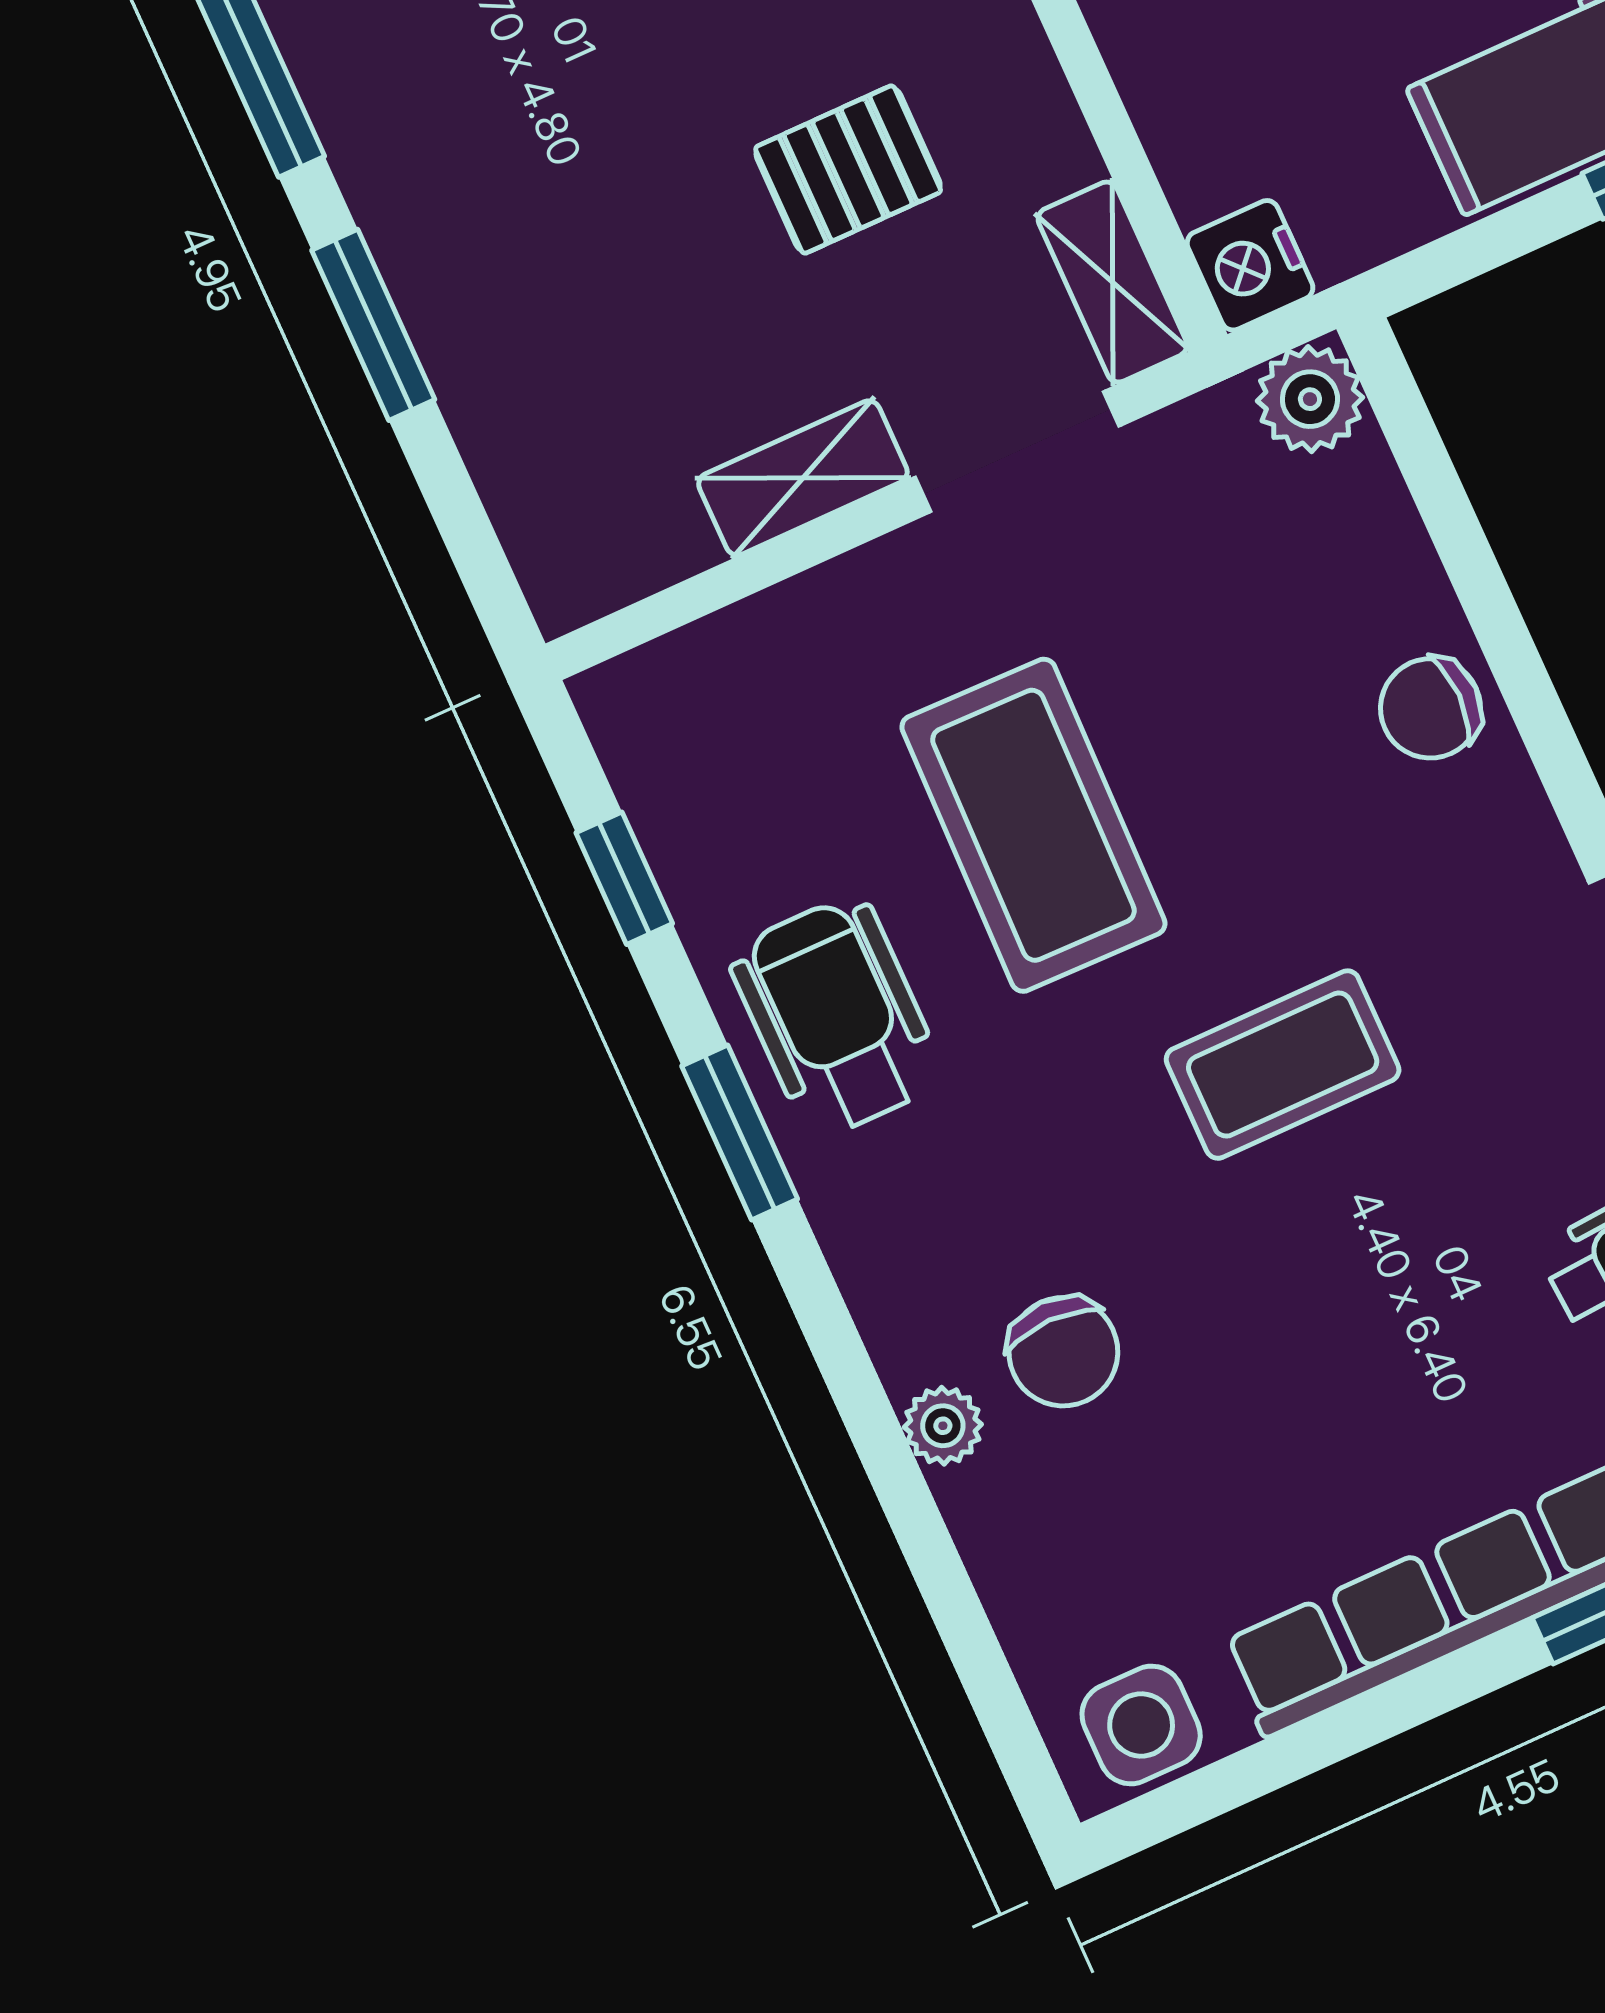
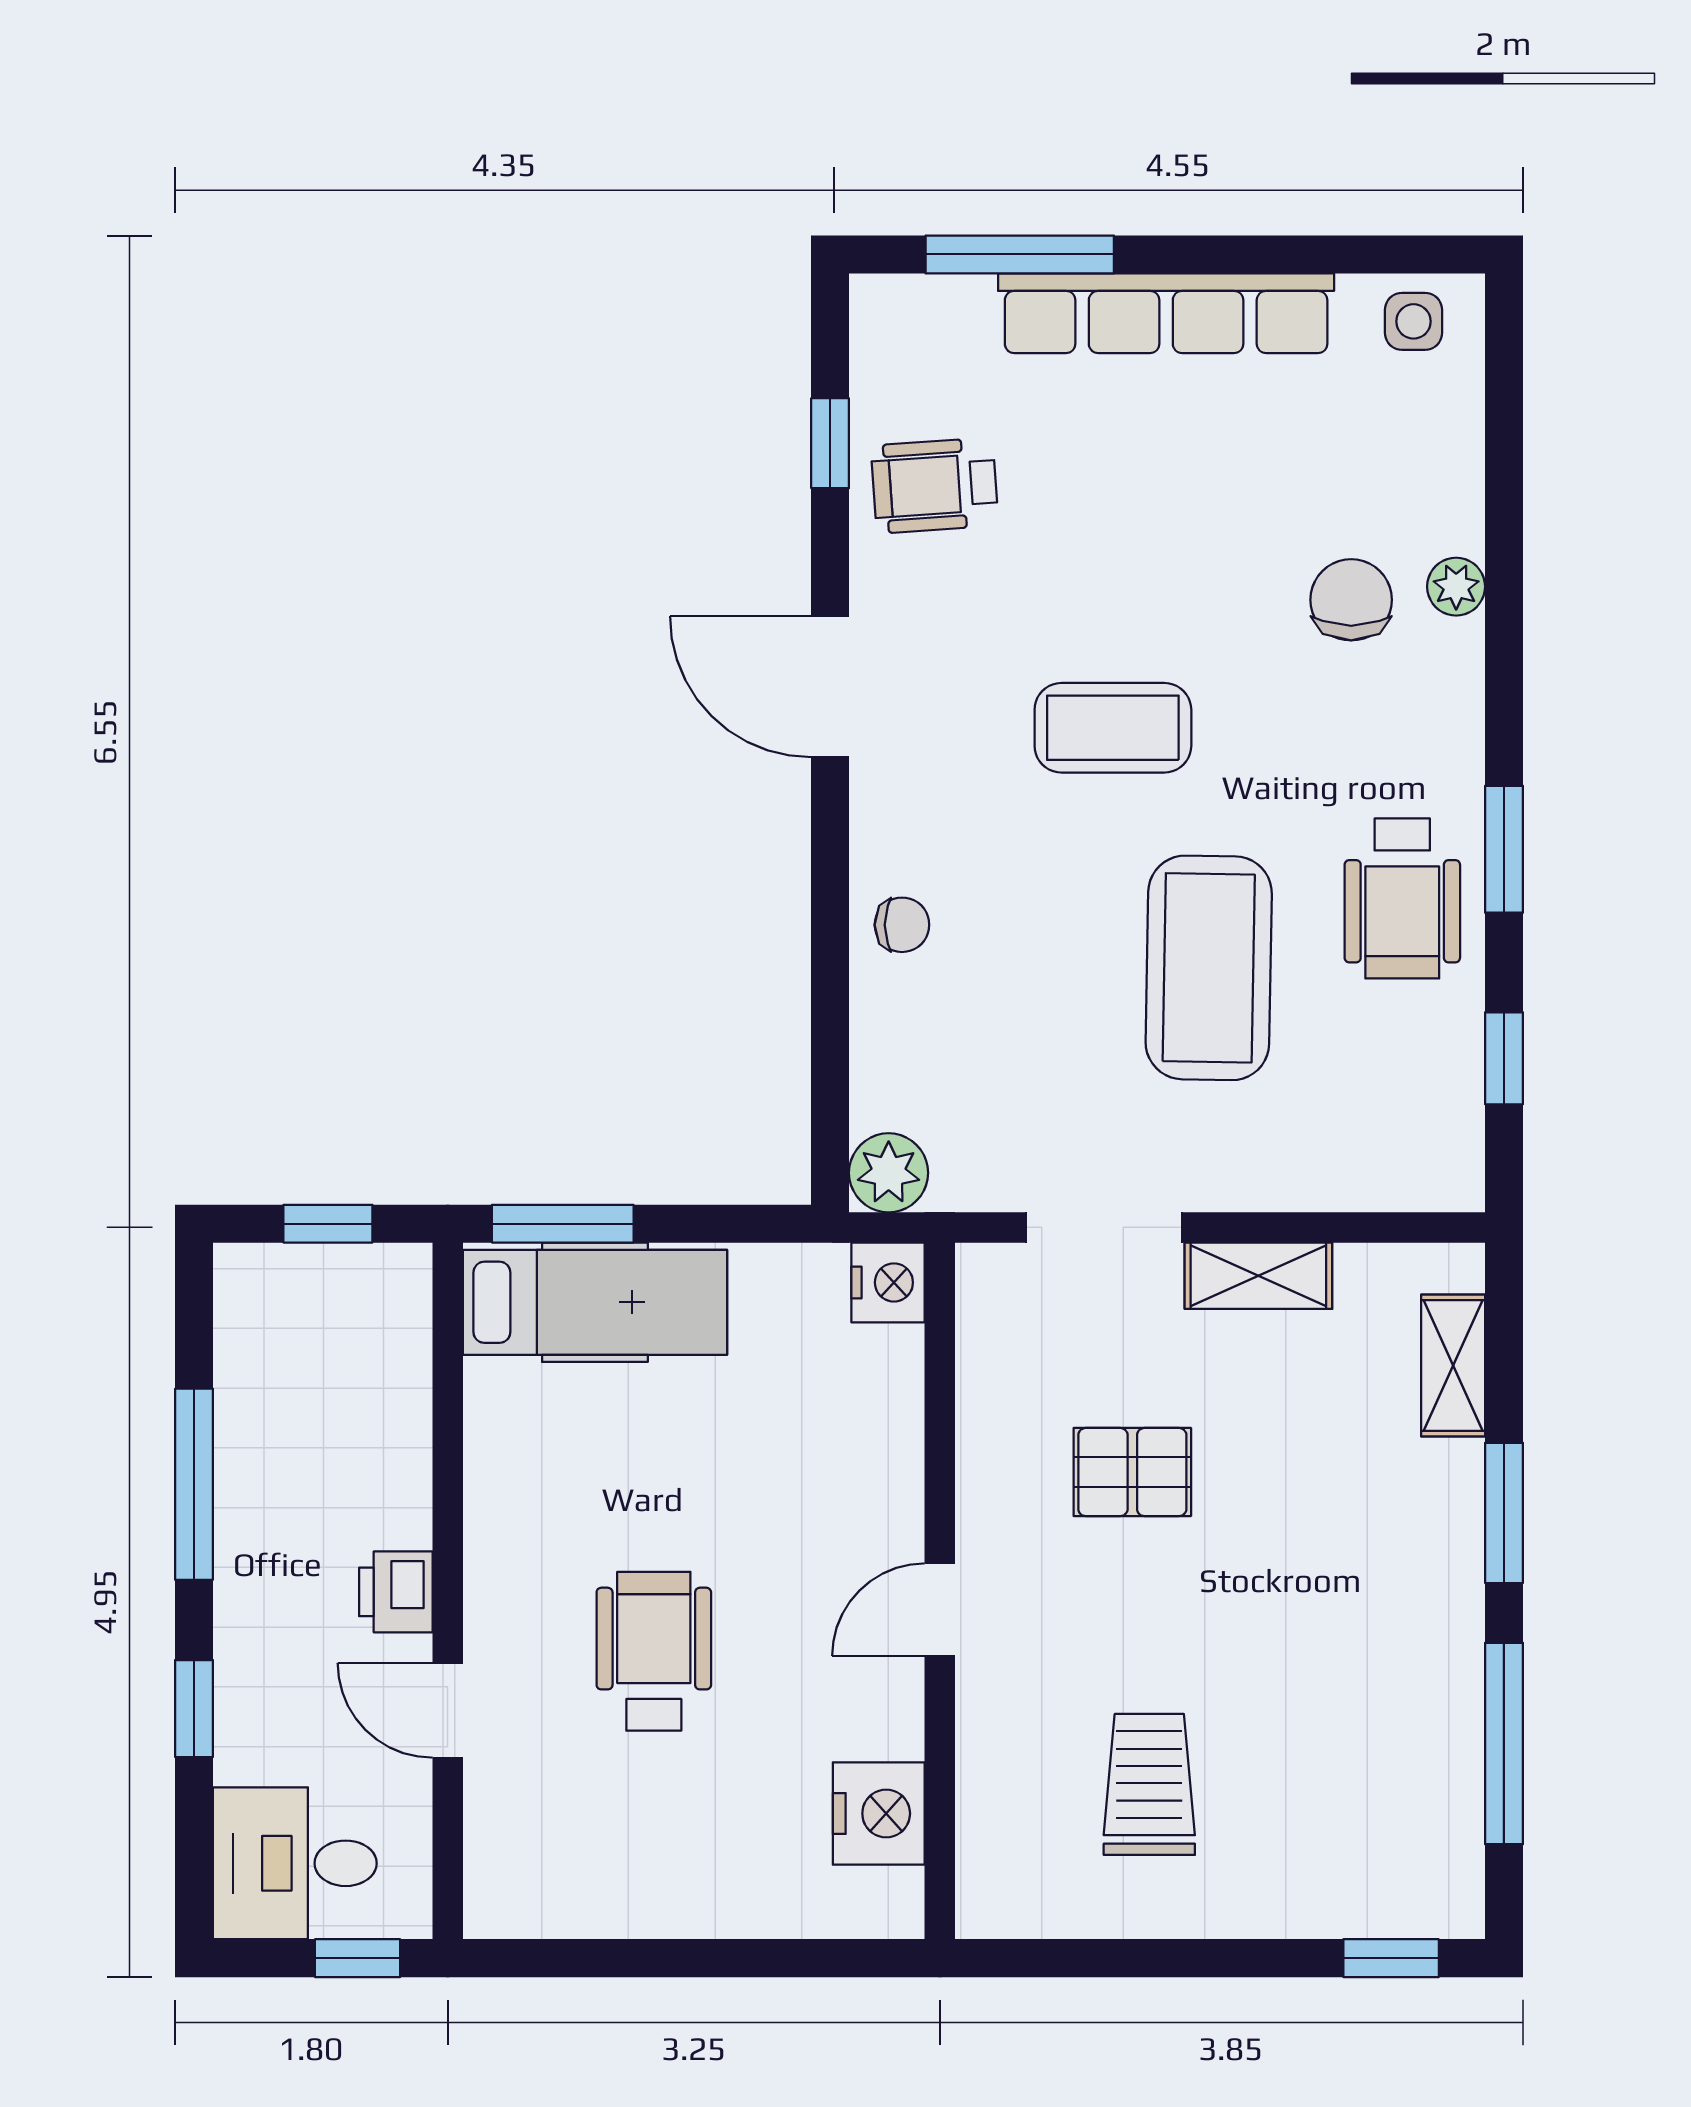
shelving: (1112, 282) -> (1453, 1365), moved
chair: (1431, 708) -> (902, 925), width x0.73, depth x0.73
side table: (1141, 1725) -> (1413, 321), width x0.73, depth x0.73

